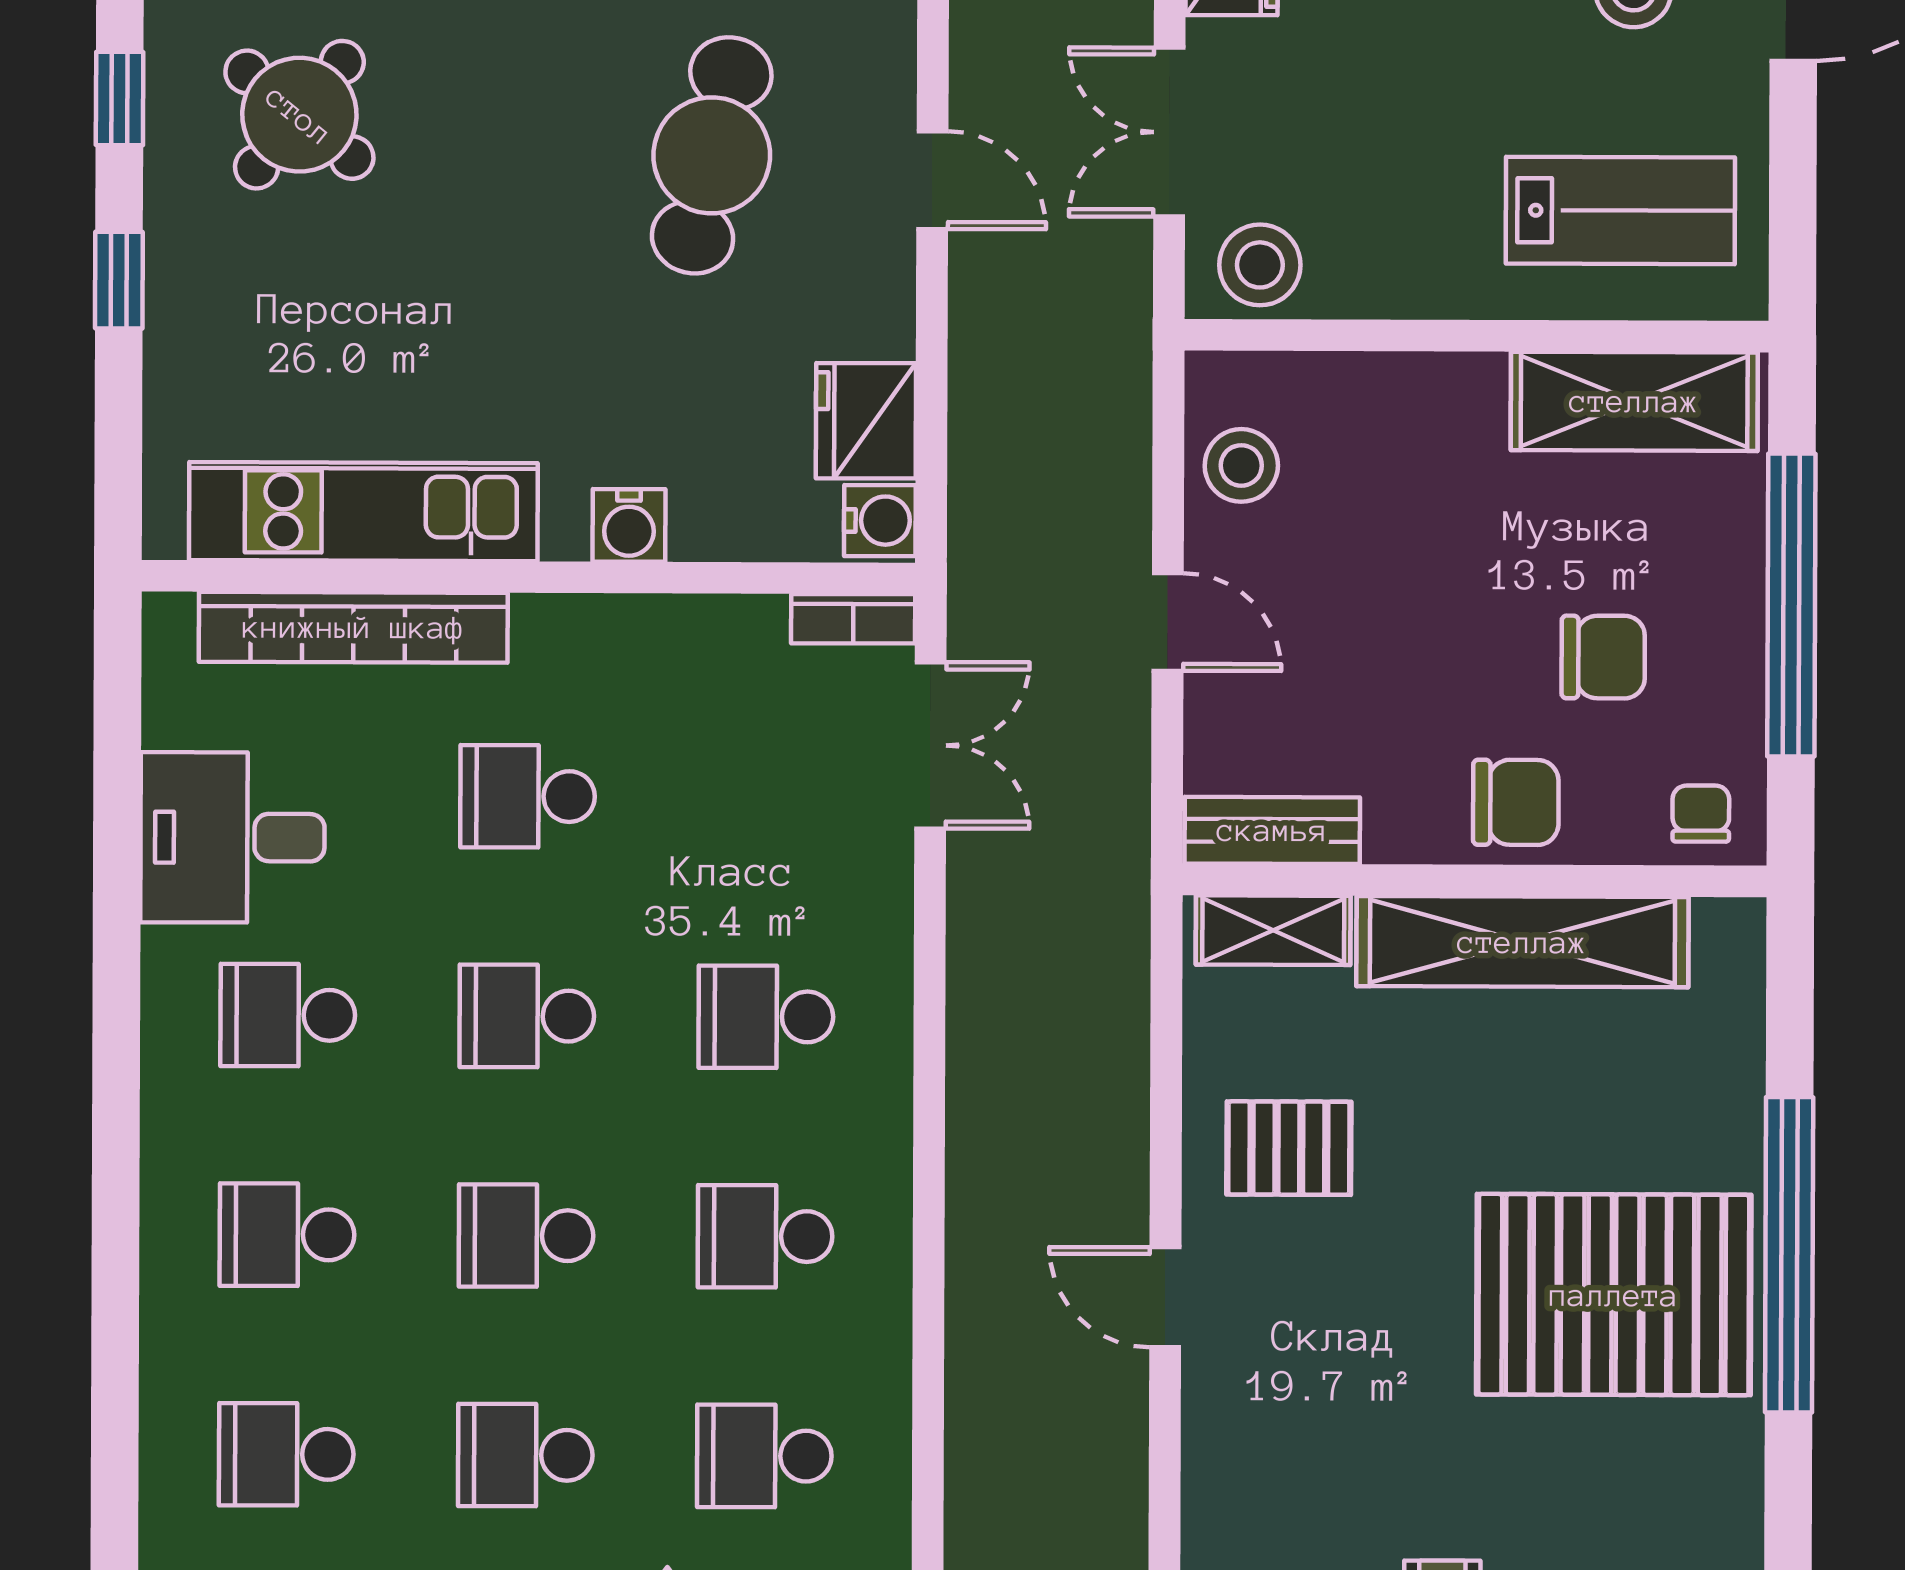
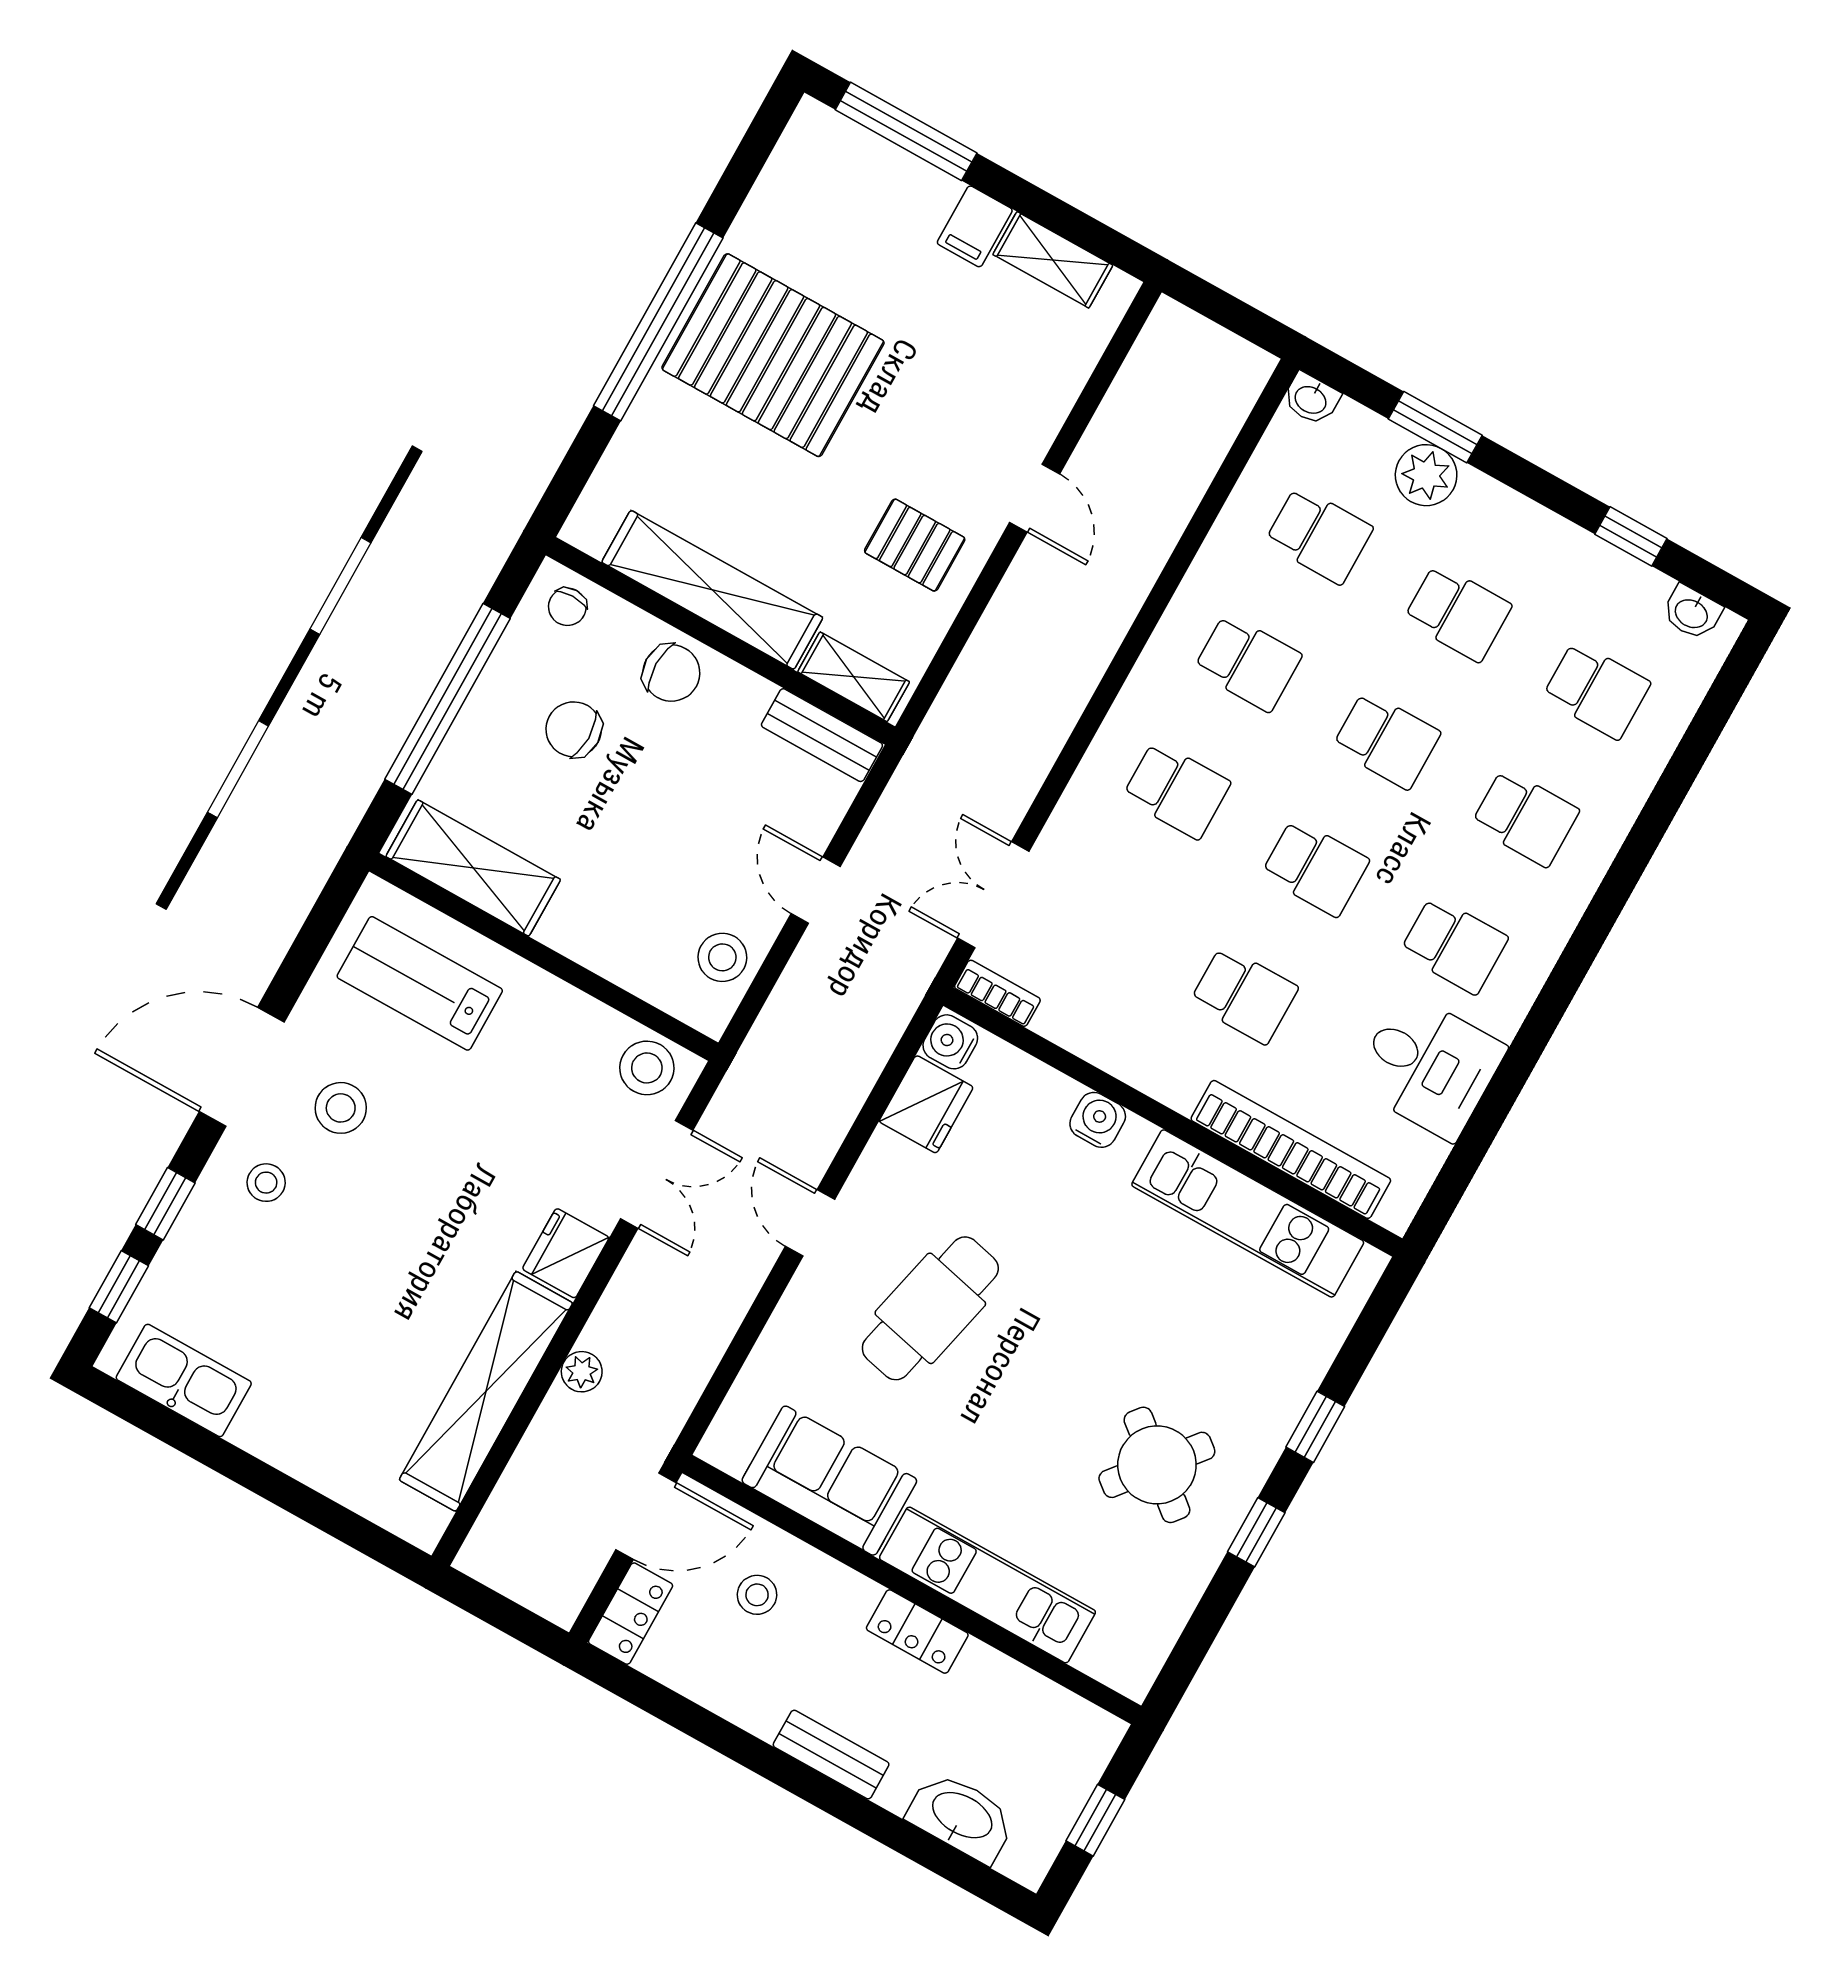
chair: (1516, 802) -> (671, 673), turned 180

